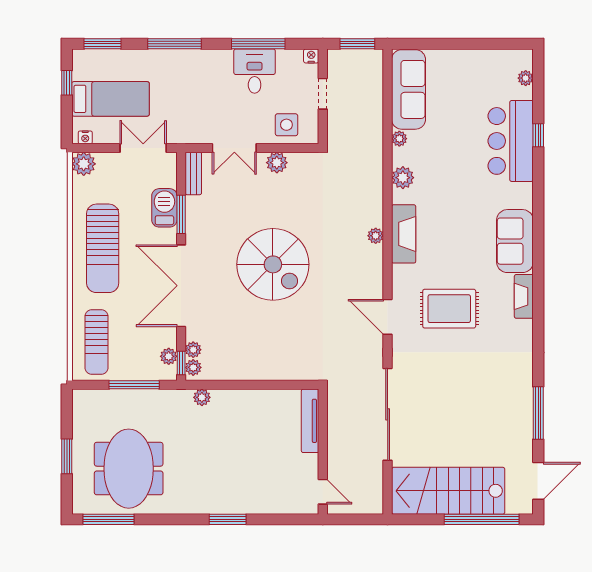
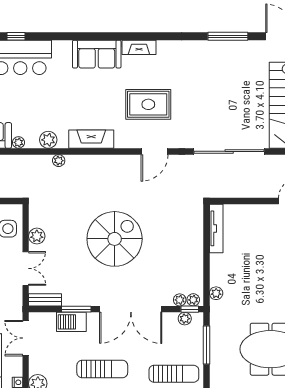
plant: (376, 236) -> (59, 161), moved
sun lounger: (103, 248) -> (102, 369), width x0.73, depth x0.75
rug: (449, 309) -> (148, 104), turned 90
tv unit: (310, 421) -> (216, 228), moved, turned -90

